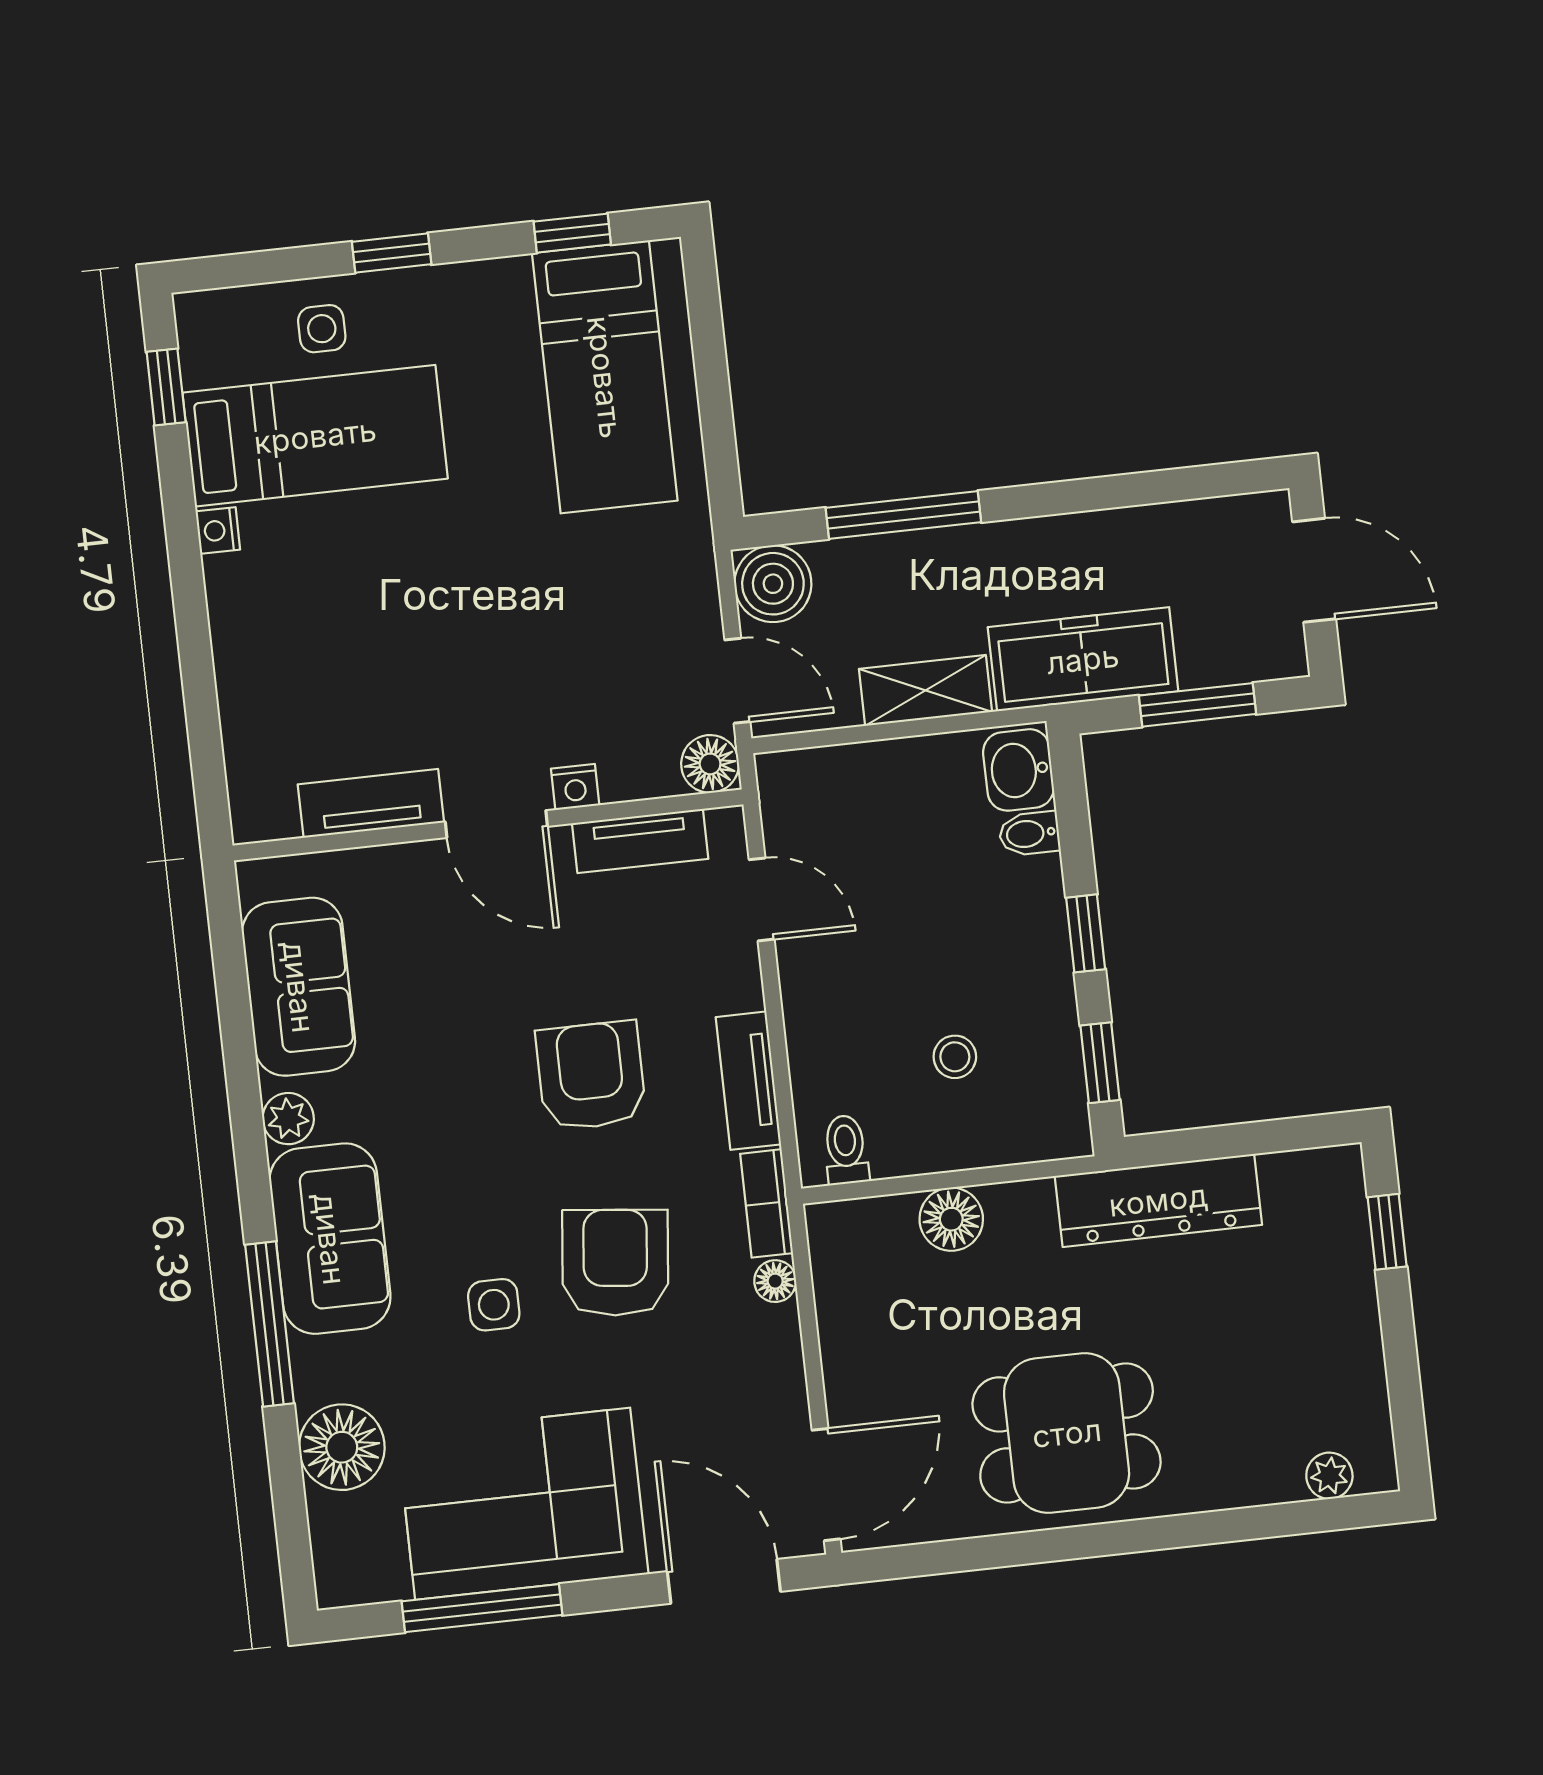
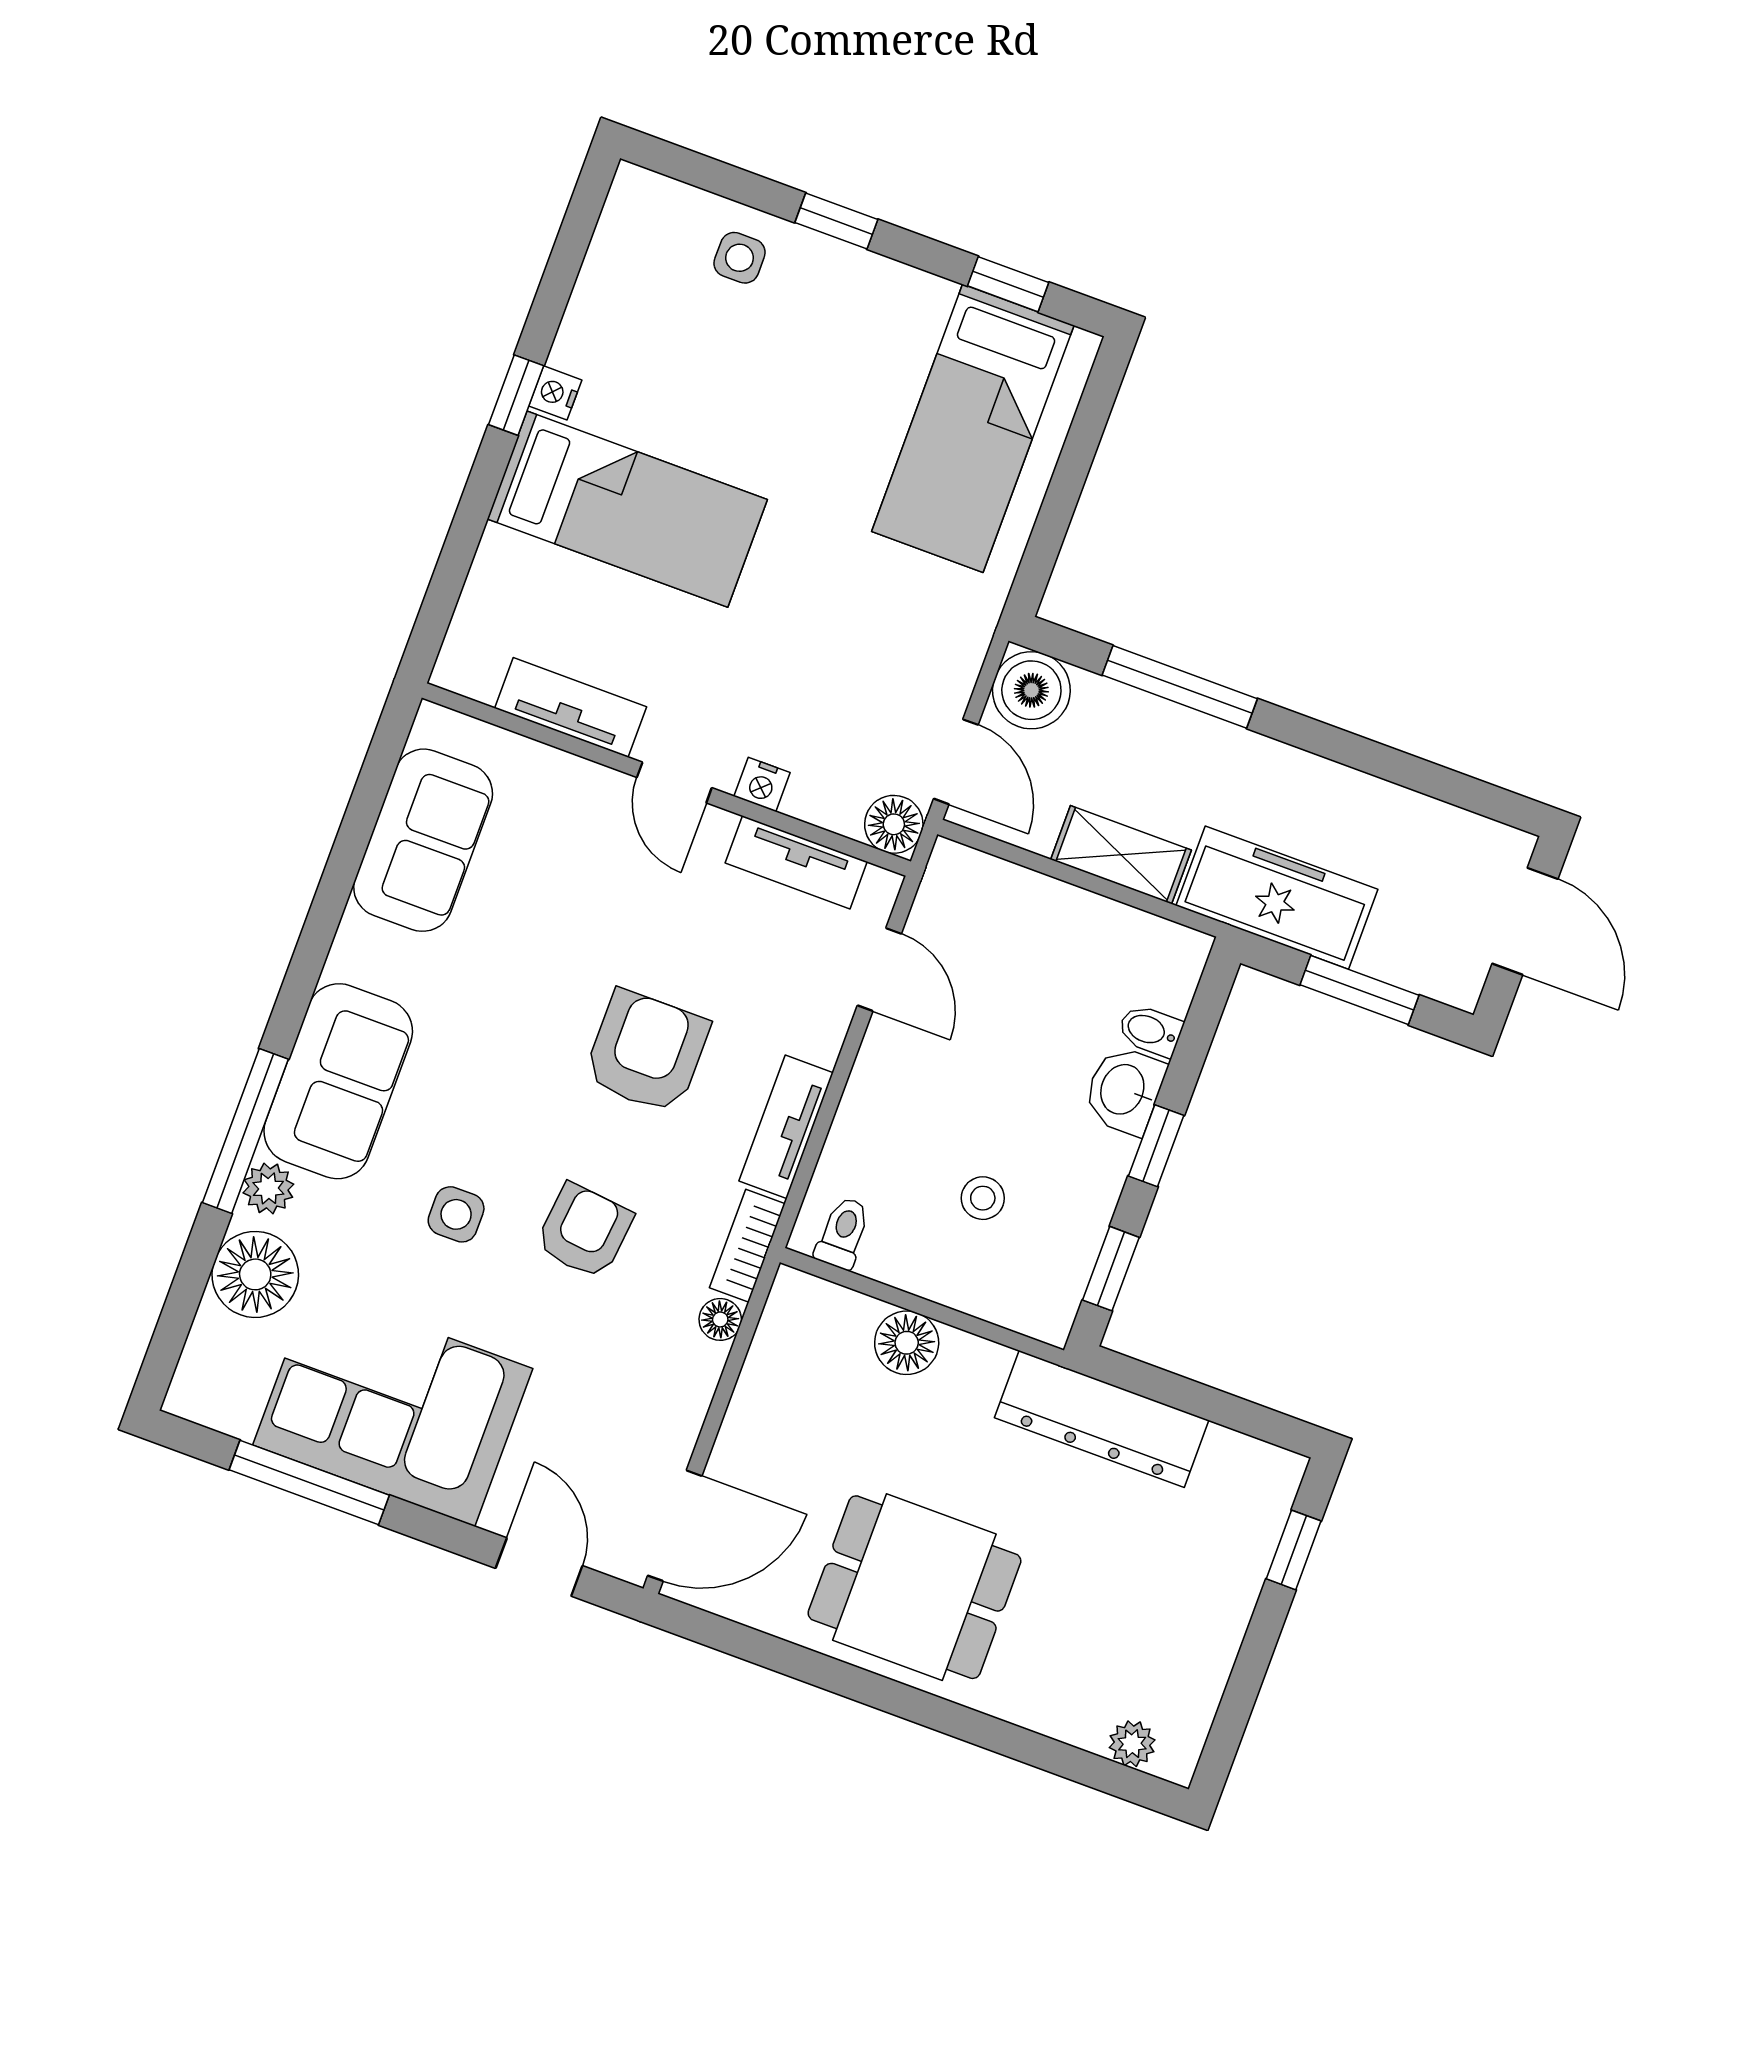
window: (166, 387) -> (516, 395), moved
bed: (315, 436) -> (627, 509), moved
washbasin: (1018, 770) -> (1124, 1090), moved
door: (496, 824) -> (674, 783), width x0.73
plant: (288, 1119) -> (268, 1188), moved
armchair: (615, 1263) -> (584, 1231), width x0.72, depth x0.72
door: (724, 1581) -> (539, 1567), width x0.73

